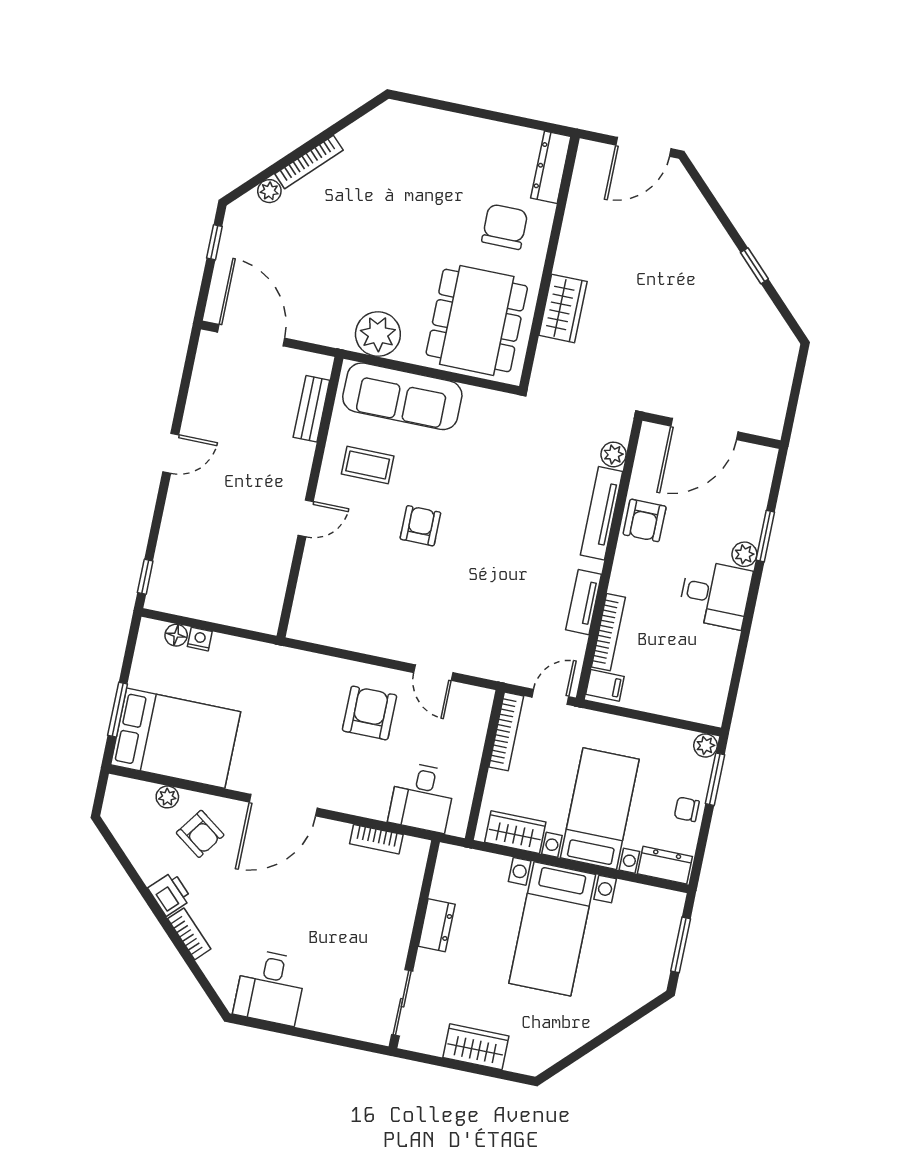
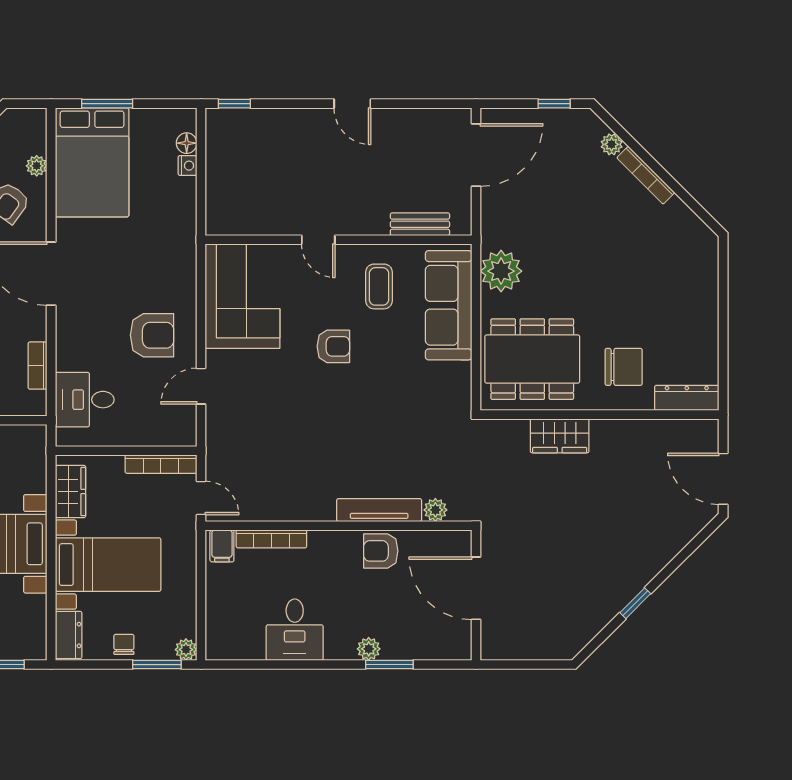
desk: (715, 594) -> (295, 630), moved
tv unit: (584, 602) -> (294, 510), removed
corner sofa: (348, 610) -> (243, 296), added

